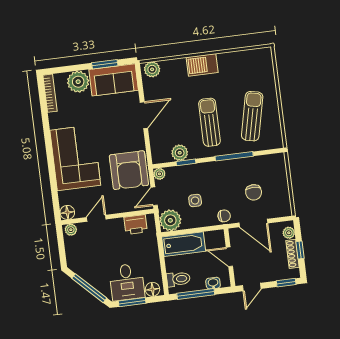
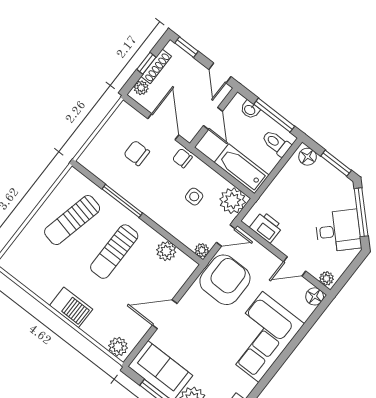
window: (186, 162) -> (169, 237), removed
chair: (254, 192) -> (137, 153), turned -90
desk: (127, 282) -> (338, 231), moved, turned 45
door: (252, 287) -> (220, 73), swing flipped

